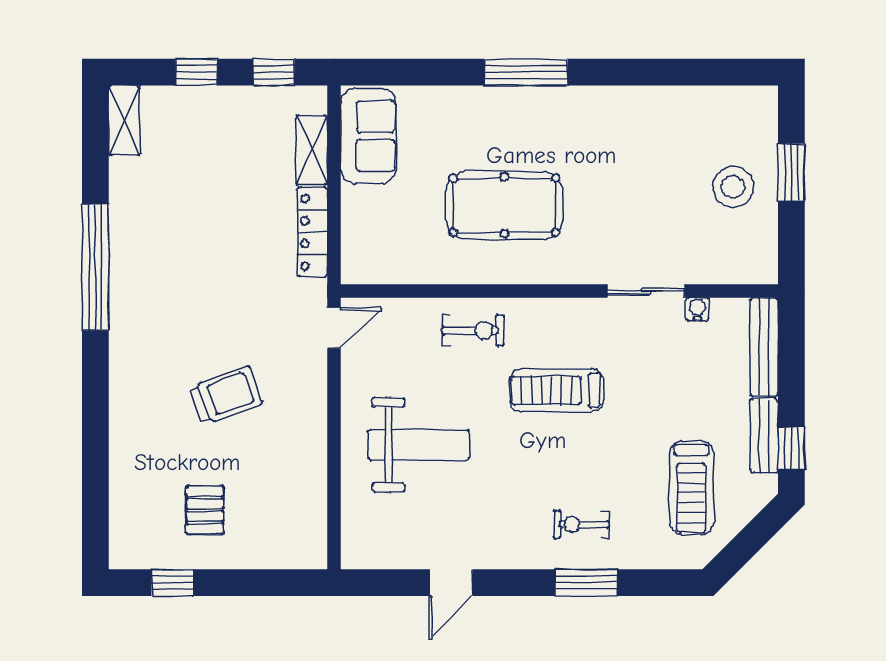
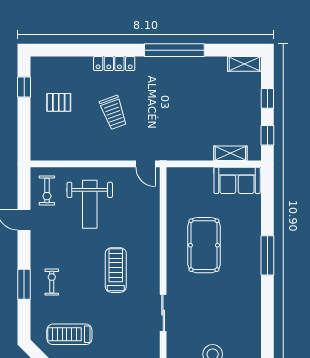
locker: (312, 232) -> (114, 64), moved, turned 180
water cooler: (697, 309) -> (154, 337), removed
exercise bike: (473, 330) -> (47, 191), moved

